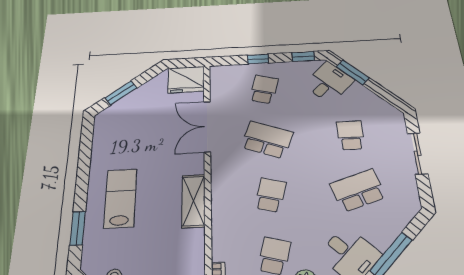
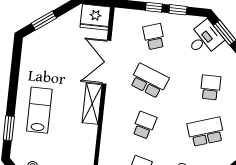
window: (303, 57) -> (178, 10), moved
school desk: (264, 89) -> (154, 37), turned -33
shelving: (193, 201) -> (92, 104), moved

